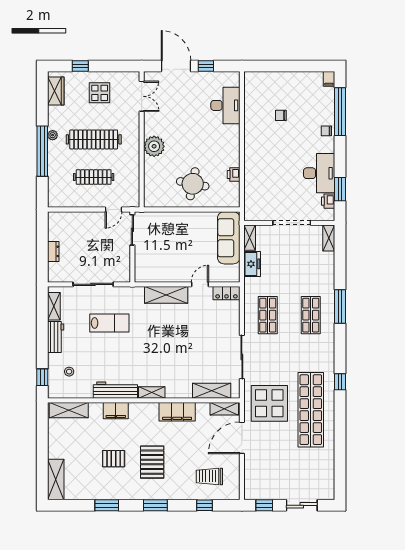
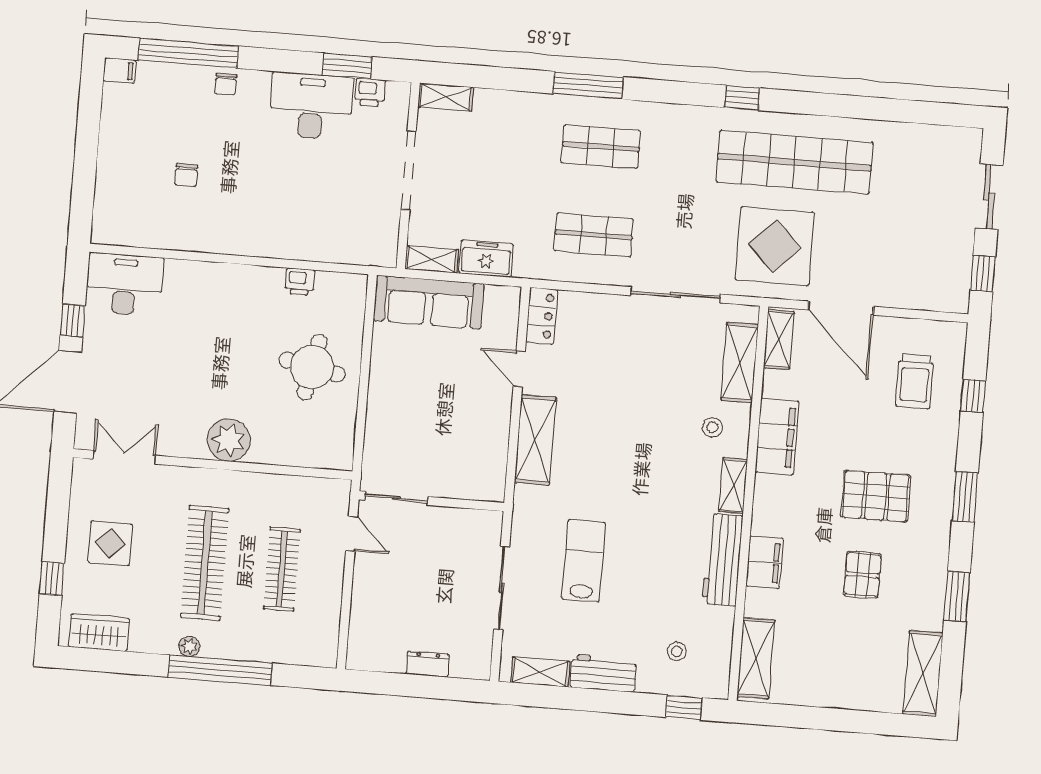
desk: (225, 105) -> (125, 284), moved
stool: (179, 380) -> (712, 427), added
shelving: (56, 480) -> (923, 674), moved, turned 90

